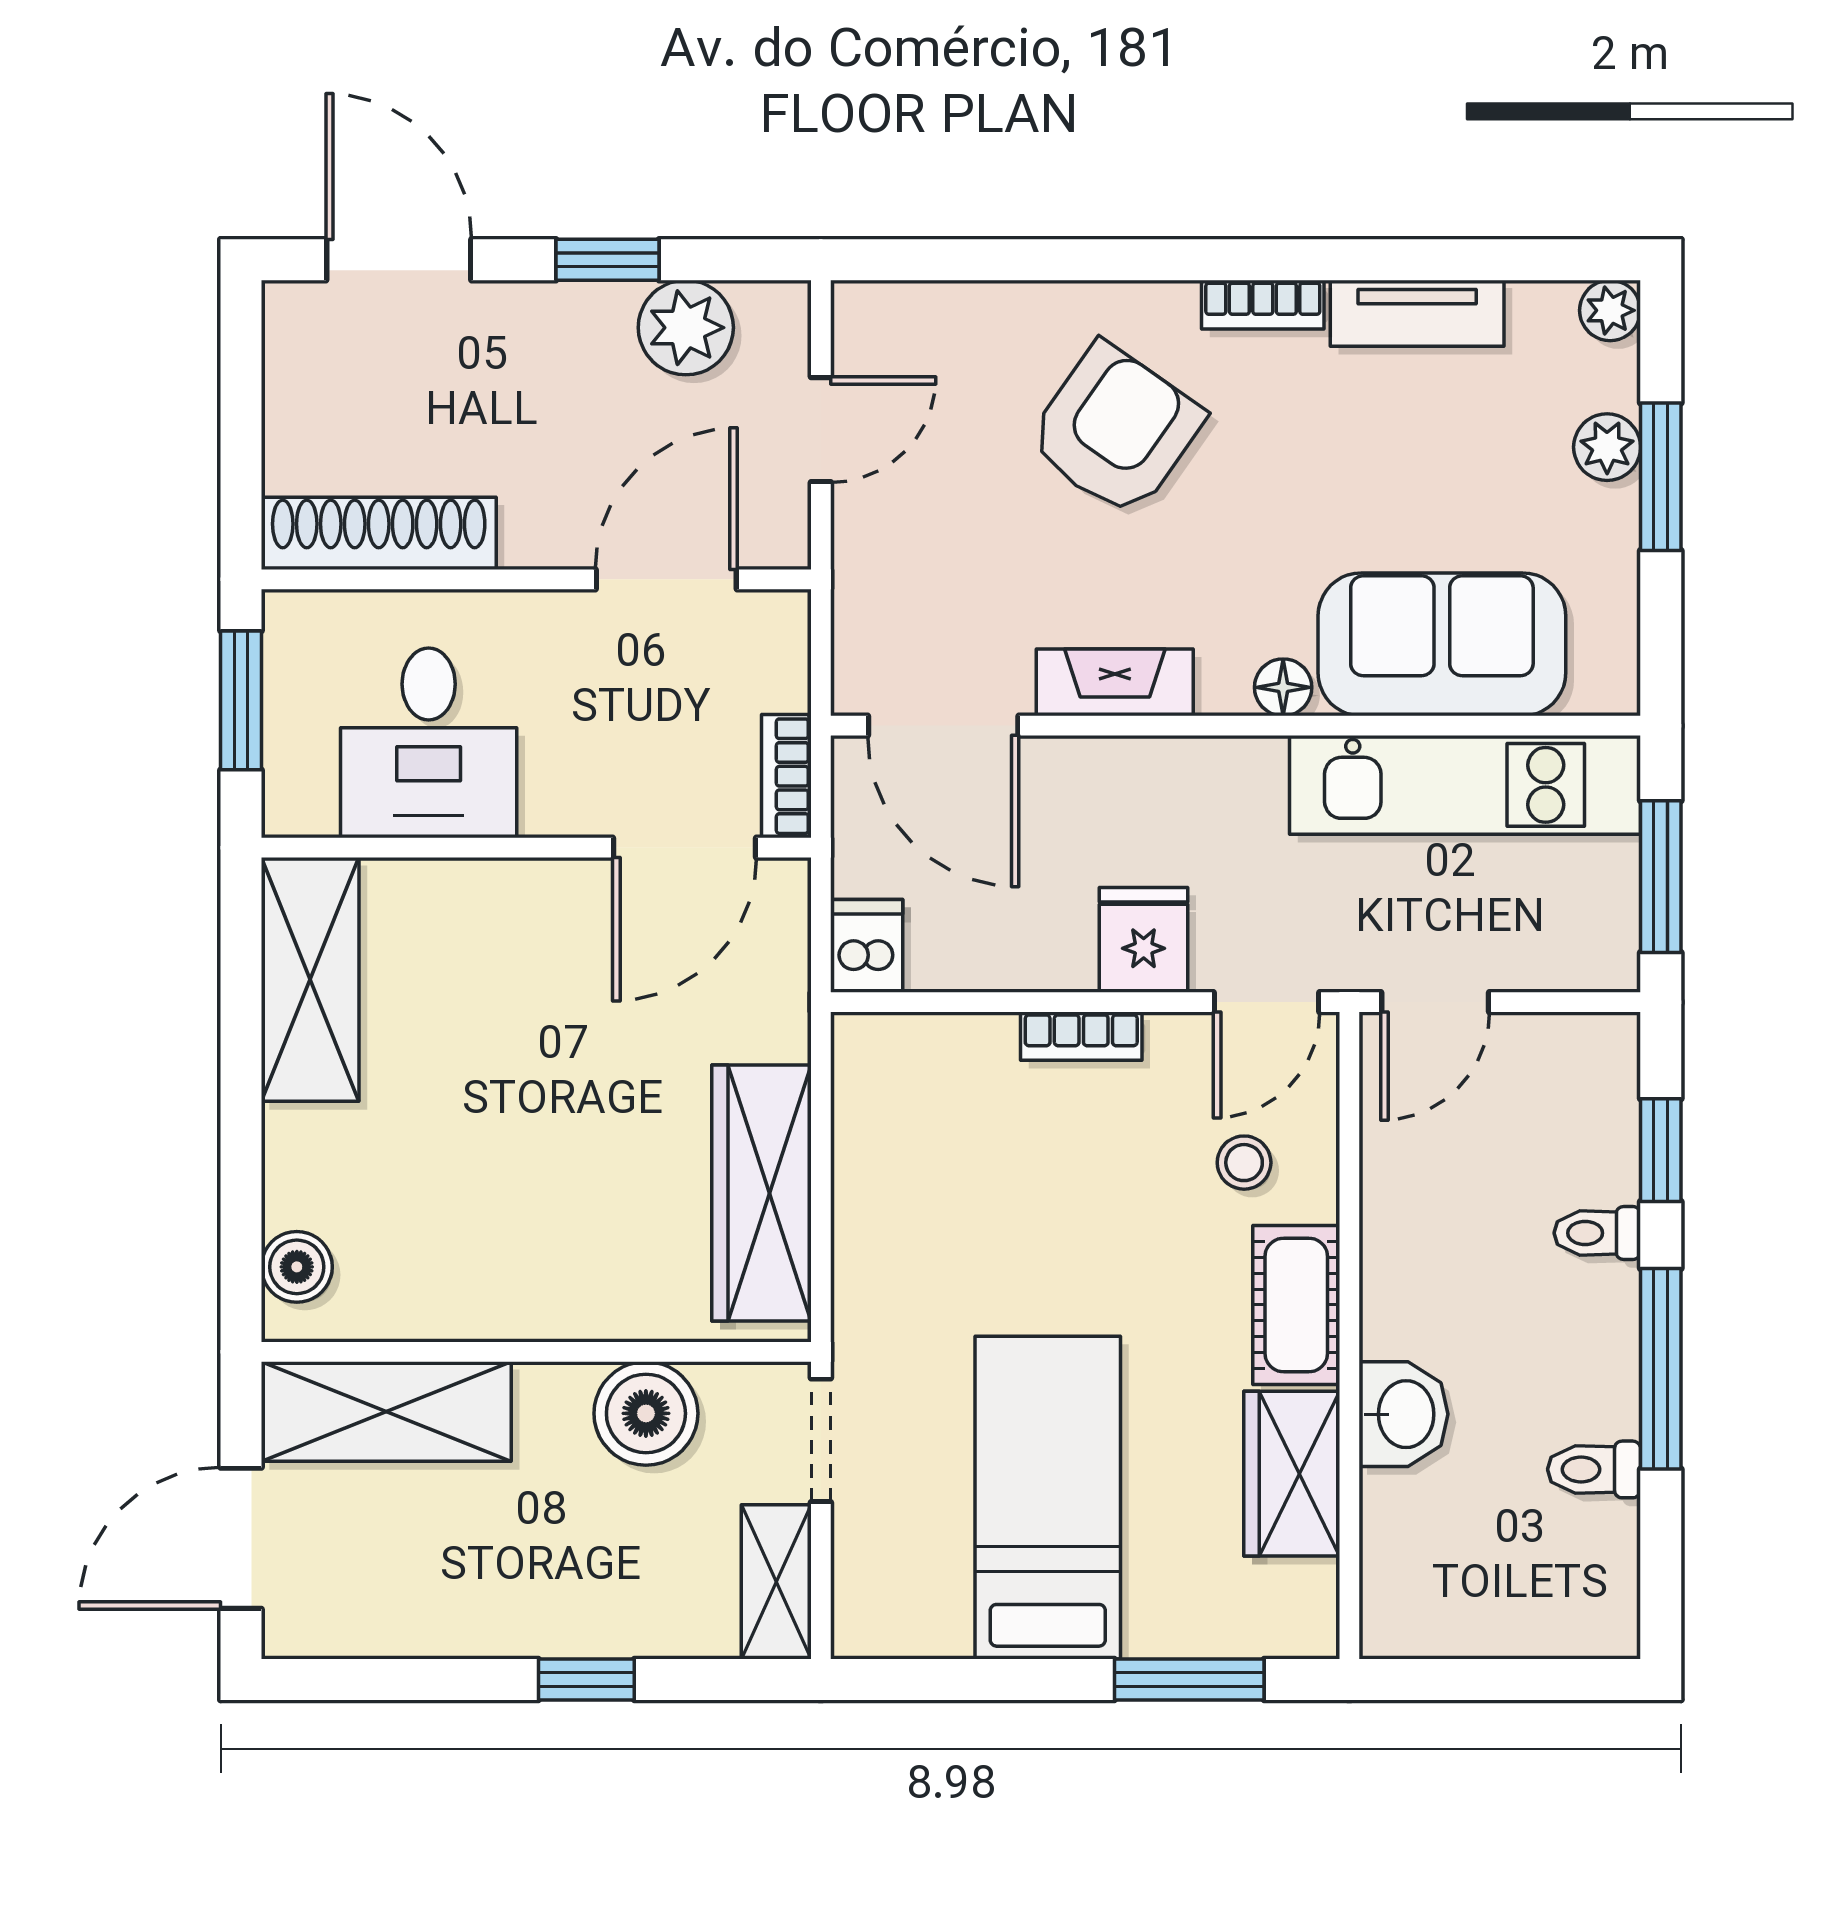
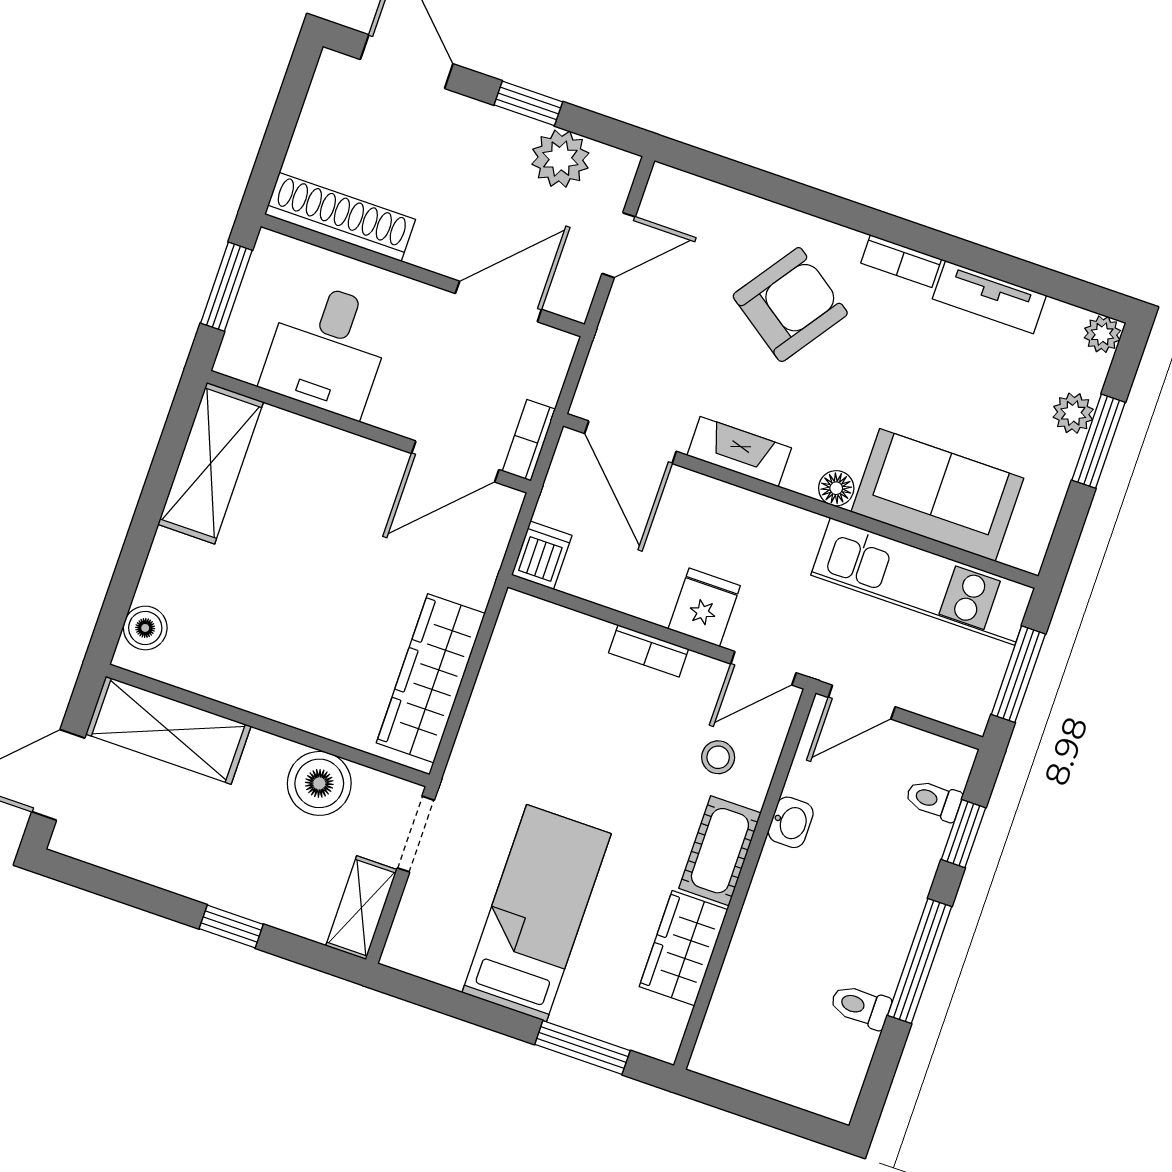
toilet: (1597, 1233) -> (934, 800), moved
washbasin: (1404, 1414) -> (791, 822), moved, width x0.72, depth x0.69

